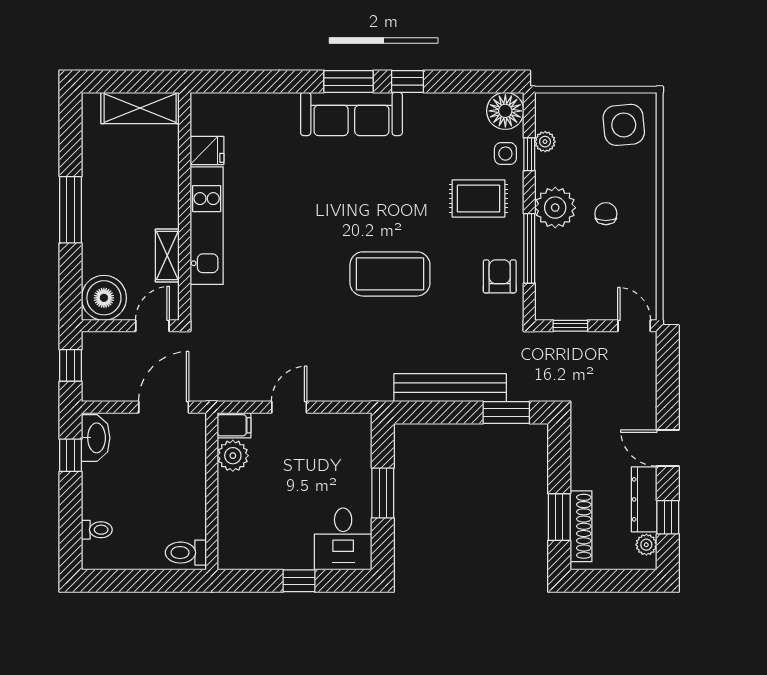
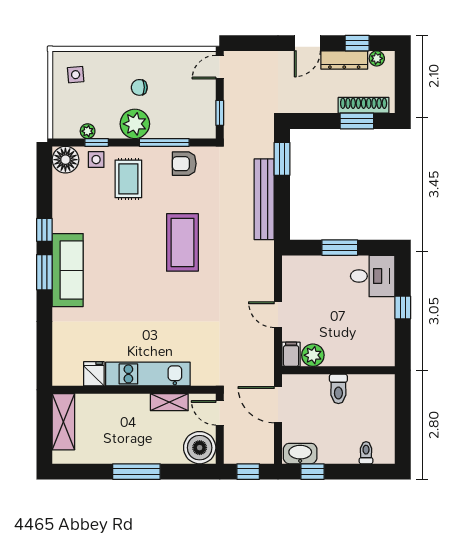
side table: (624, 125) -> (76, 75), width x0.54, depth x0.54
toilet: (186, 553) -> (338, 389), moved

